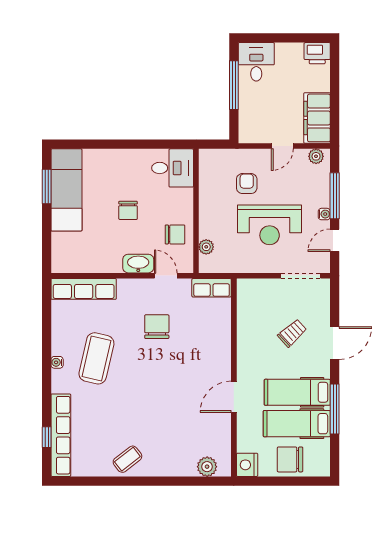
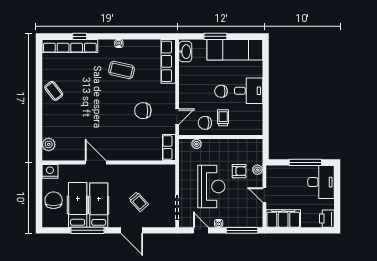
desk: (256, 62) -> (321, 182), width x1.37
plant: (316, 156) -> (257, 170), moved
desk: (173, 168) -> (249, 91), moved, turned -90
window: (47, 186) -> (215, 36), moved
window: (335, 196) -> (242, 230), moved
trolley: (167, 207) -> (223, 118), added
reception desk: (270, 225) -> (211, 186), turned 180
chair: (175, 234) -> (205, 123), turned 90
washbasin: (138, 264) -> (185, 52), moved
chair: (157, 327) -> (143, 111), turned 180
coffee table: (96, 358) -> (121, 70), width x0.73, depth x0.76
window: (47, 437) -> (80, 36), moved

